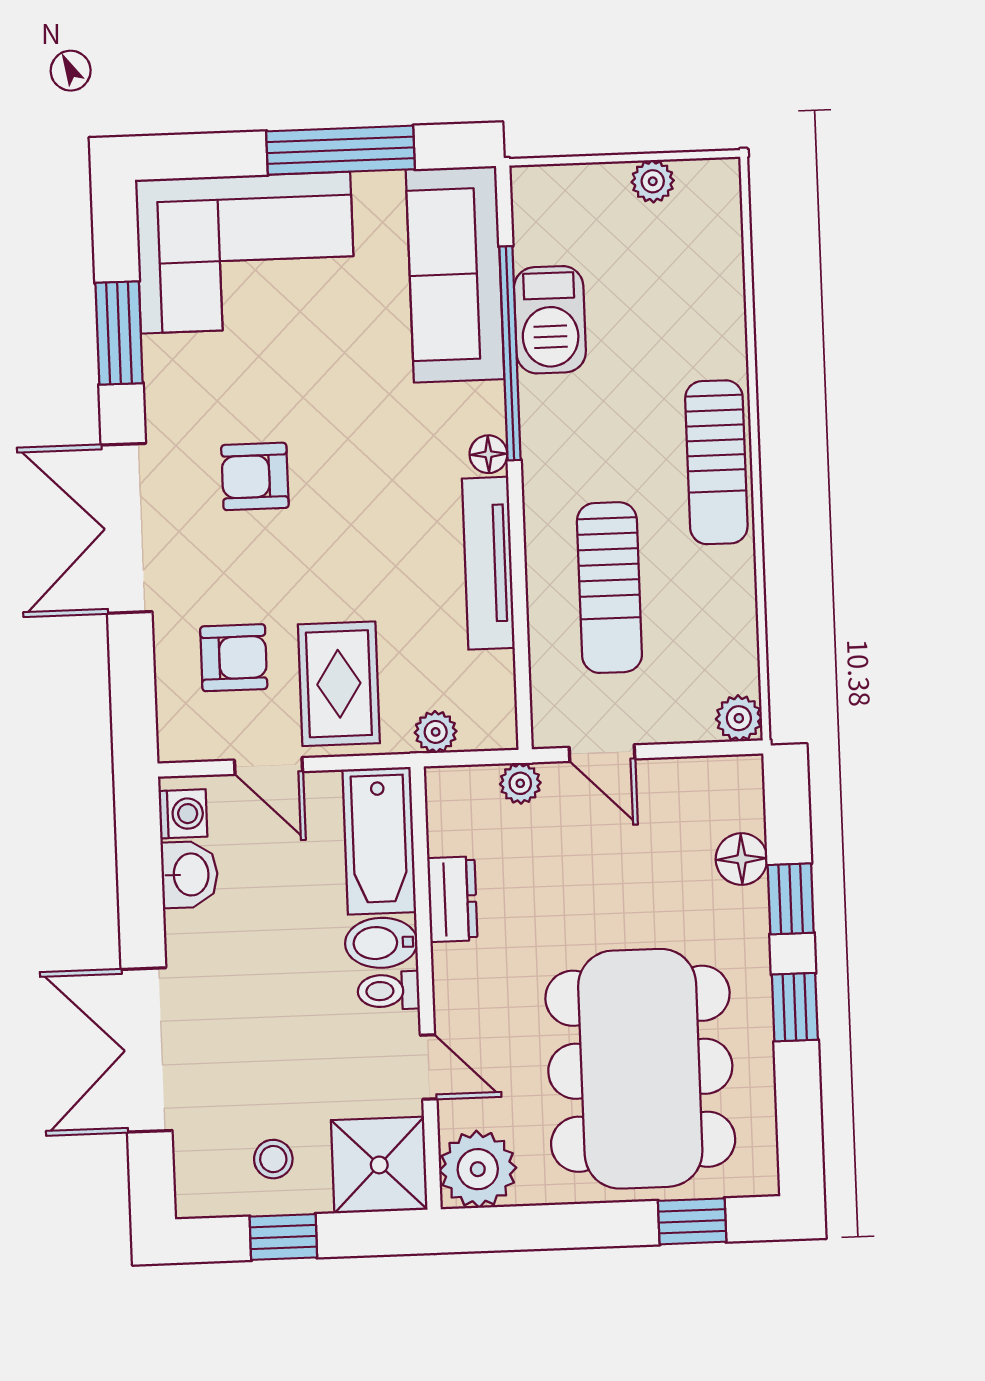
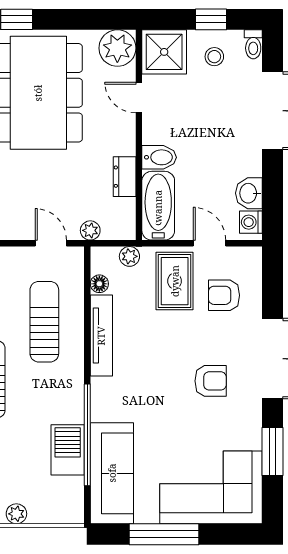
floor lamp: (488, 454) -> (99, 284), moved
toilet: (389, 991) -> (253, 44), moved, turned 90

